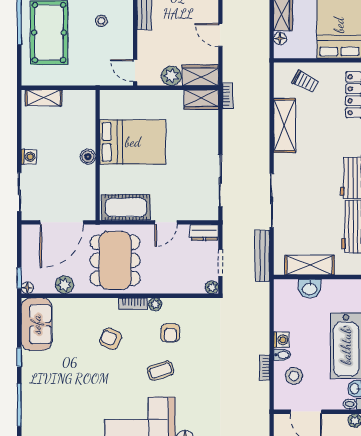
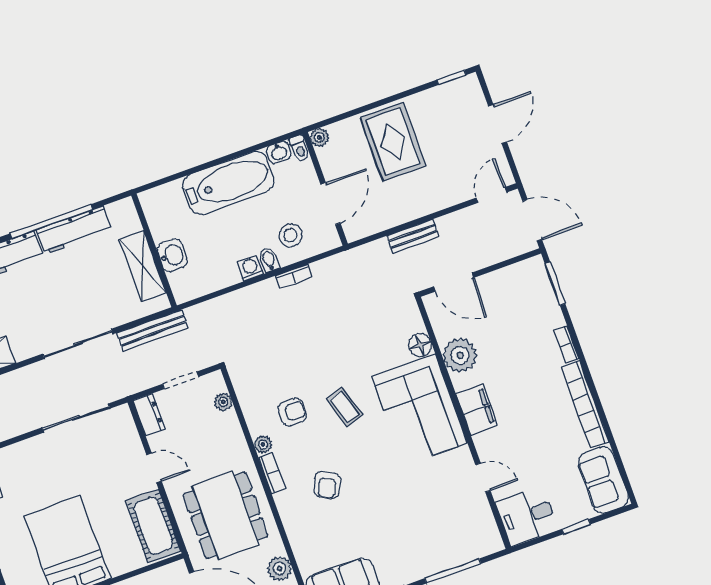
dining table: (115, 260) -> (225, 515), turned 90
plant: (212, 287) -> (223, 402), moved

